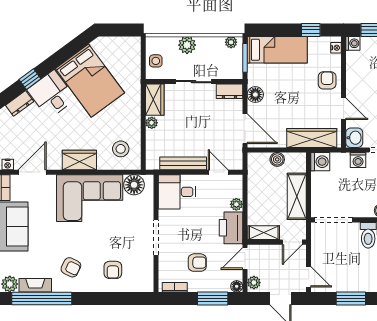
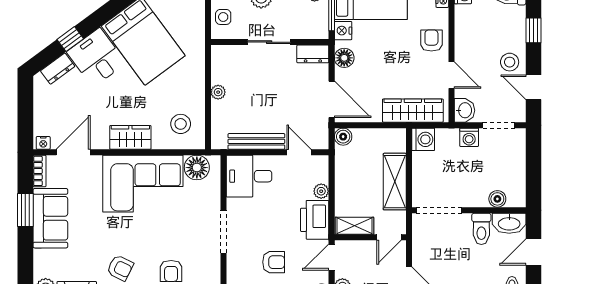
nightstand: (254, 72) -> (343, 31), added
wardrobe: (155, 100) -> (222, 64), removed
boiler: (277, 159) -> (343, 137), moved

